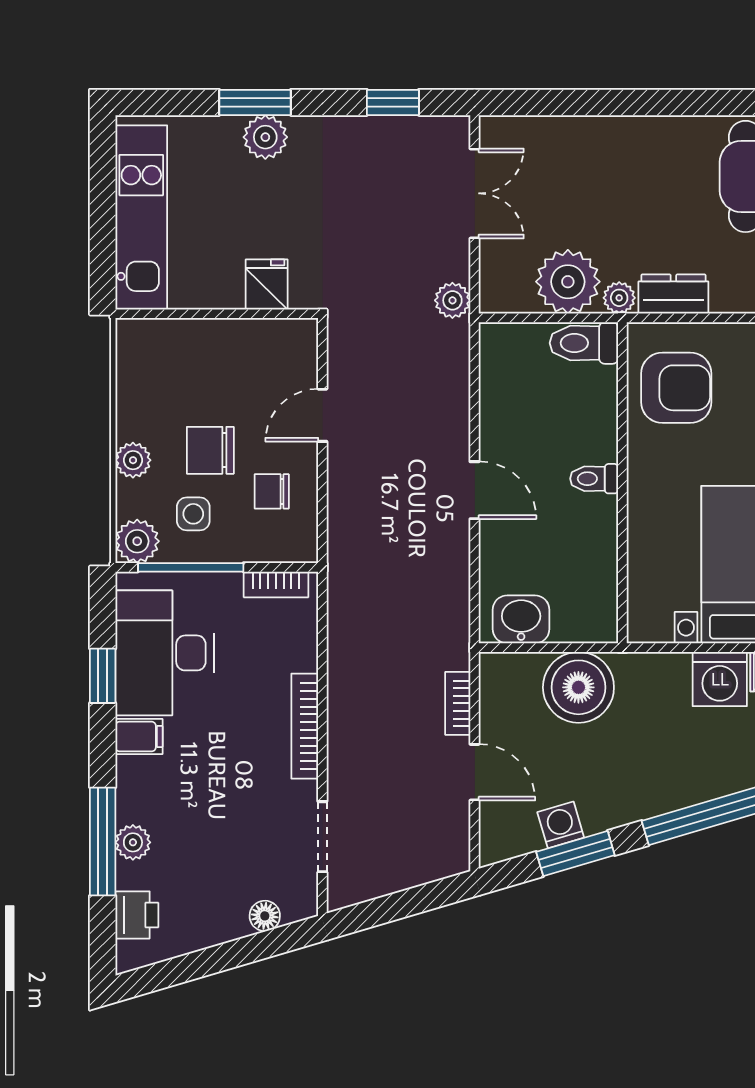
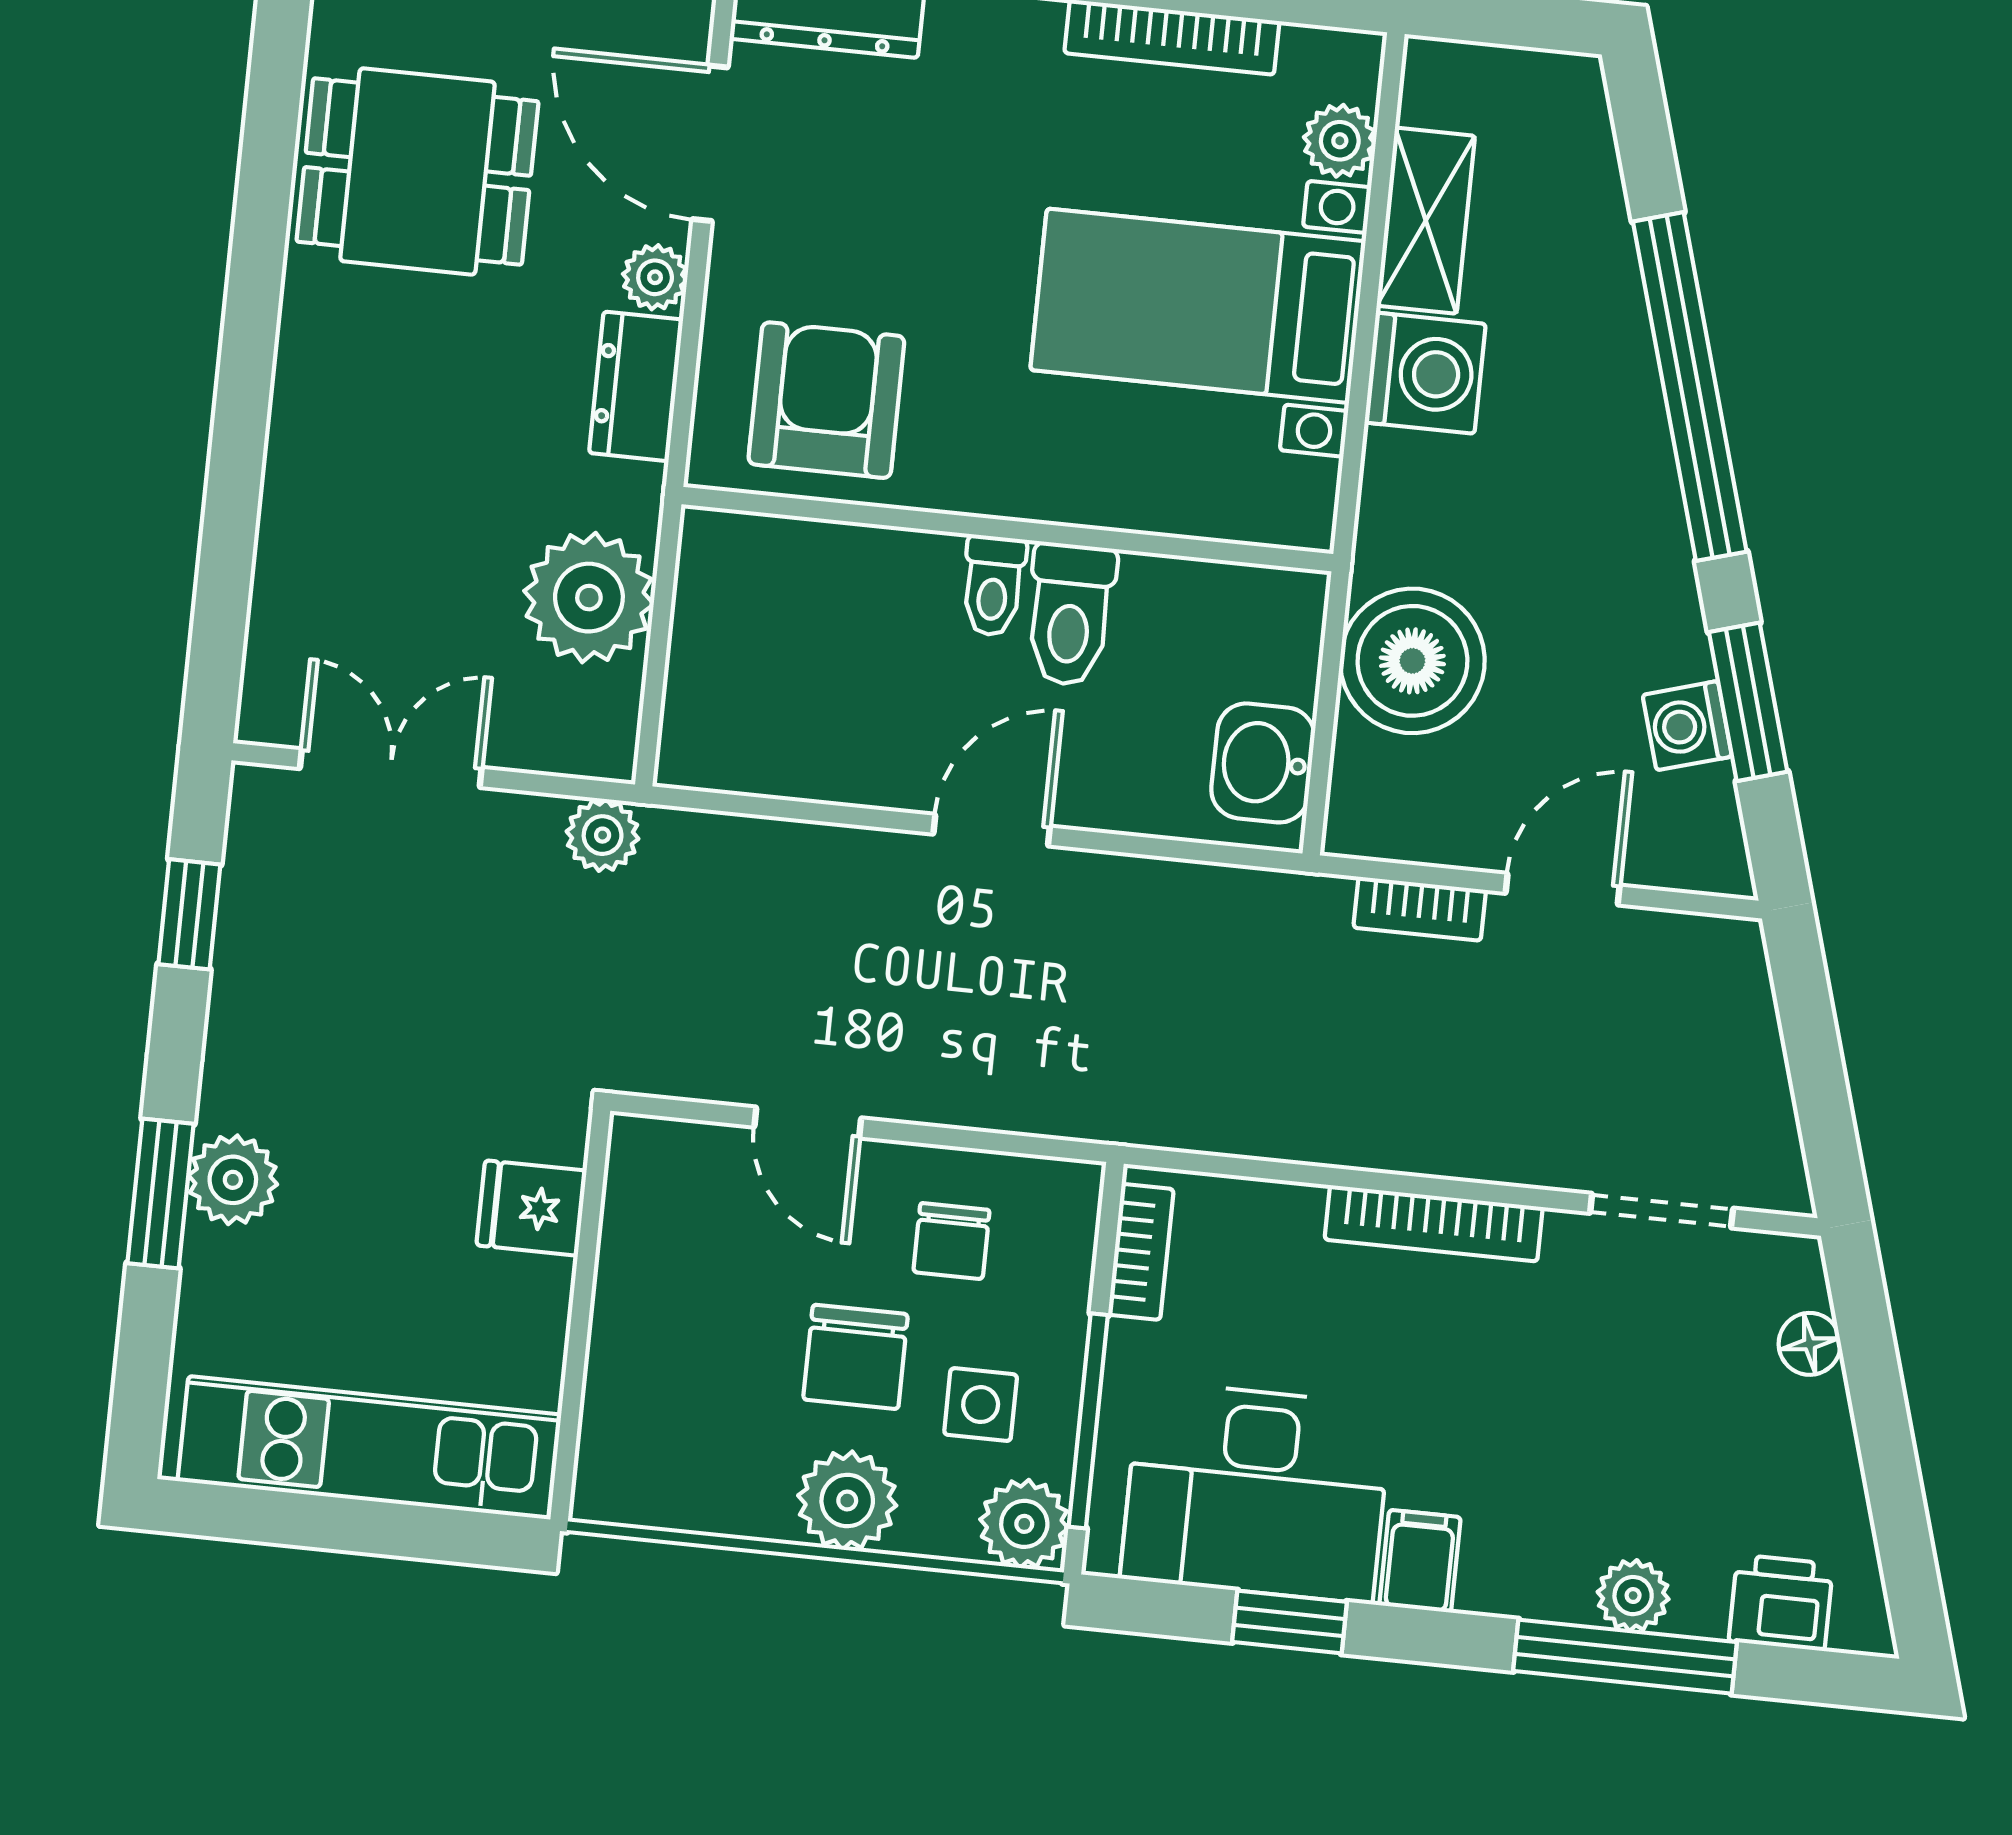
plant: (619, 298) -> (655, 277), moved
toilet: (584, 343) -> (1070, 614), moved
plant: (133, 460) -> (847, 1501), width x1.38, depth x1.38

